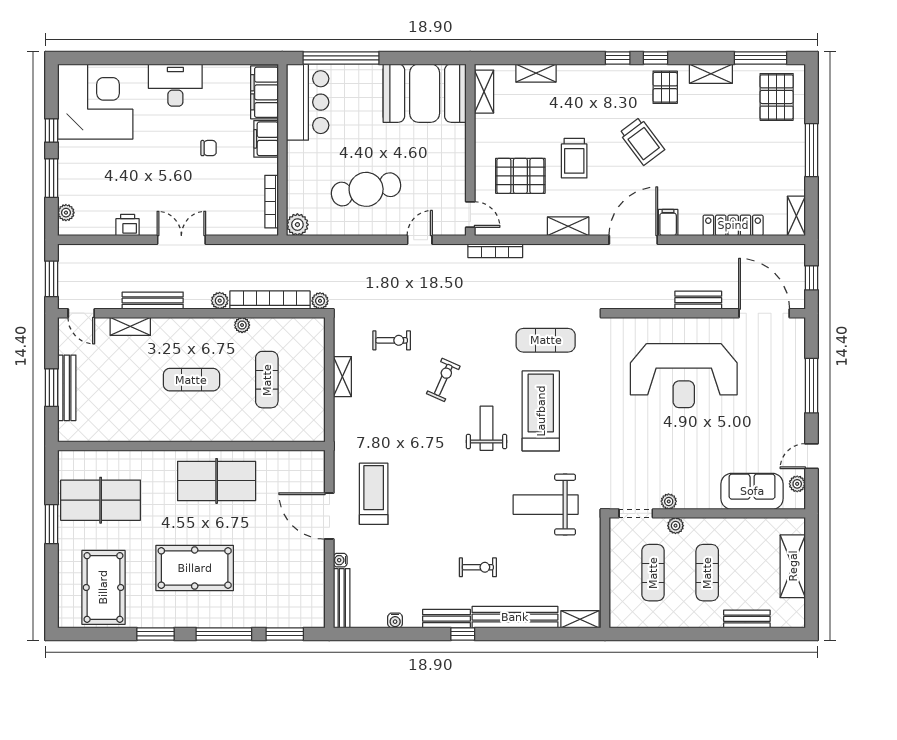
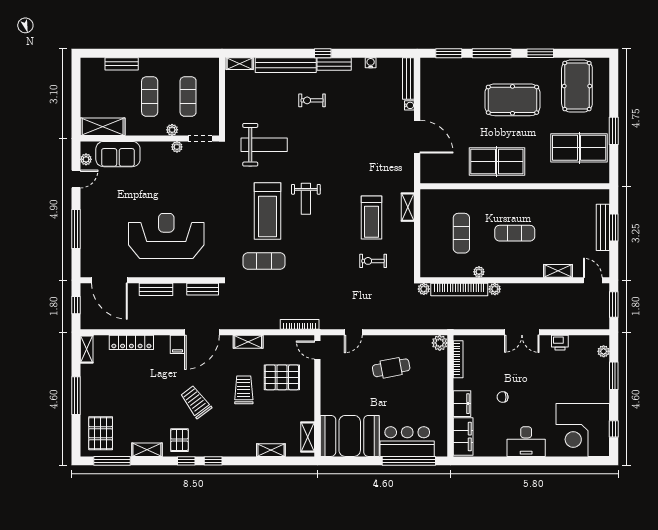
bar counter: (308, 102) -> (407, 442), moved, turned 90
window: (52, 130) -> (614, 429), moved
cafe table: (366, 189) -> (391, 368), width x0.73, depth x0.74
bench: (153, 301) -> (203, 289), moved, width x0.73
shelving: (342, 377) -> (408, 207), moved
exercise bike: (443, 380) -> (336, 233), removed
treadmill: (374, 494) -> (372, 217), moved
shelving: (793, 566) -> (103, 127), moved, turned 90

